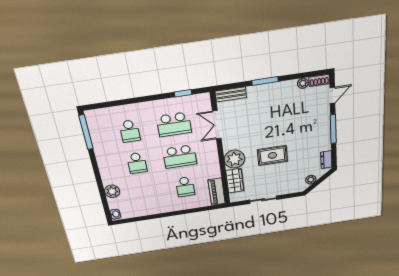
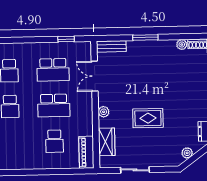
plant: (234, 159) -> (104, 112), width x0.53, depth x0.53

